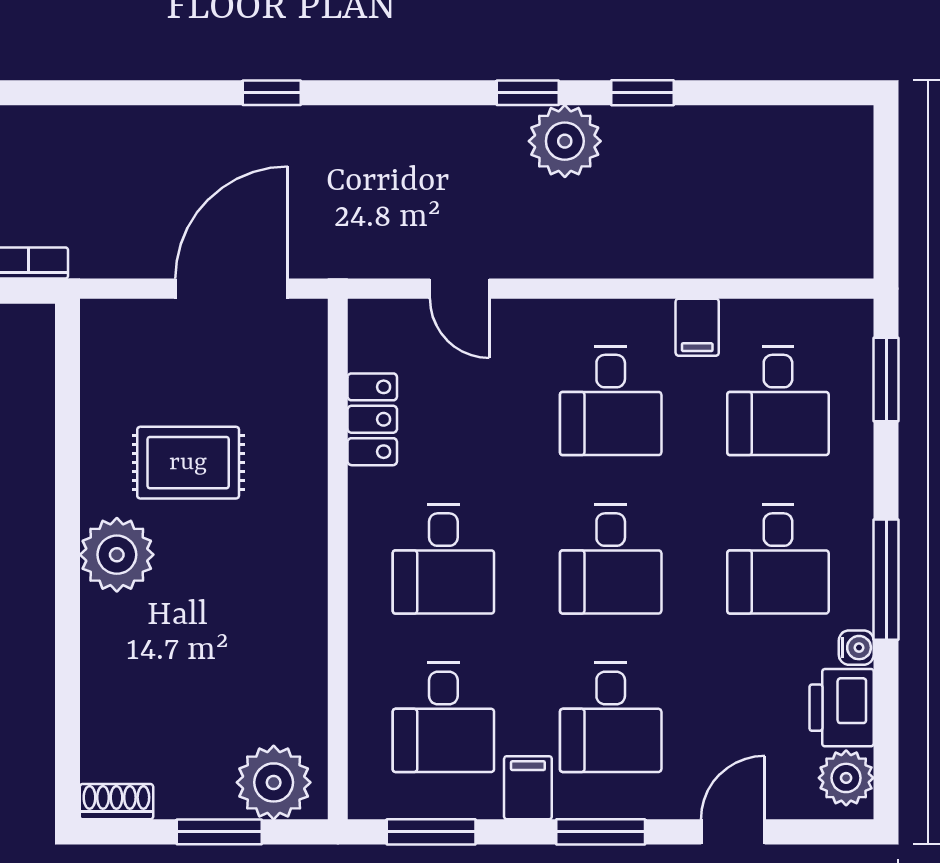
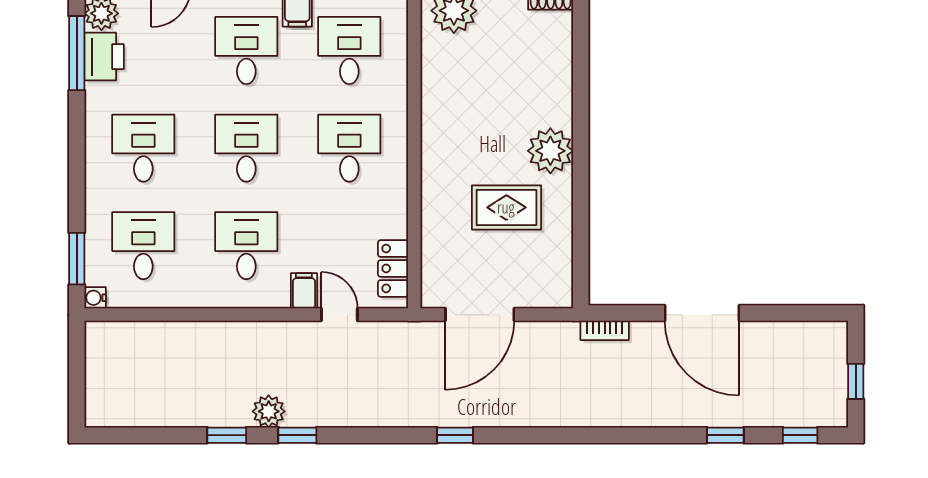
plant: (565, 141) -> (269, 411), width x0.73, depth x0.73
filing cabinet: (697, 327) -> (304, 291), moved
locker: (372, 419) -> (393, 268), moved
window: (886, 580) -> (77, 53), moved
water cooler: (856, 648) -> (95, 298), moved

